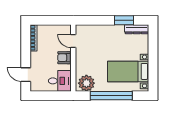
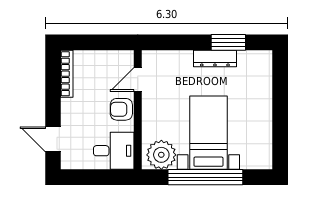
dresser: (137, 29) -> (215, 58), moved
door: (73, 41) -> (138, 80), hinge flipped
bed with nightstands: (128, 71) -> (208, 133), moved, turned 90

